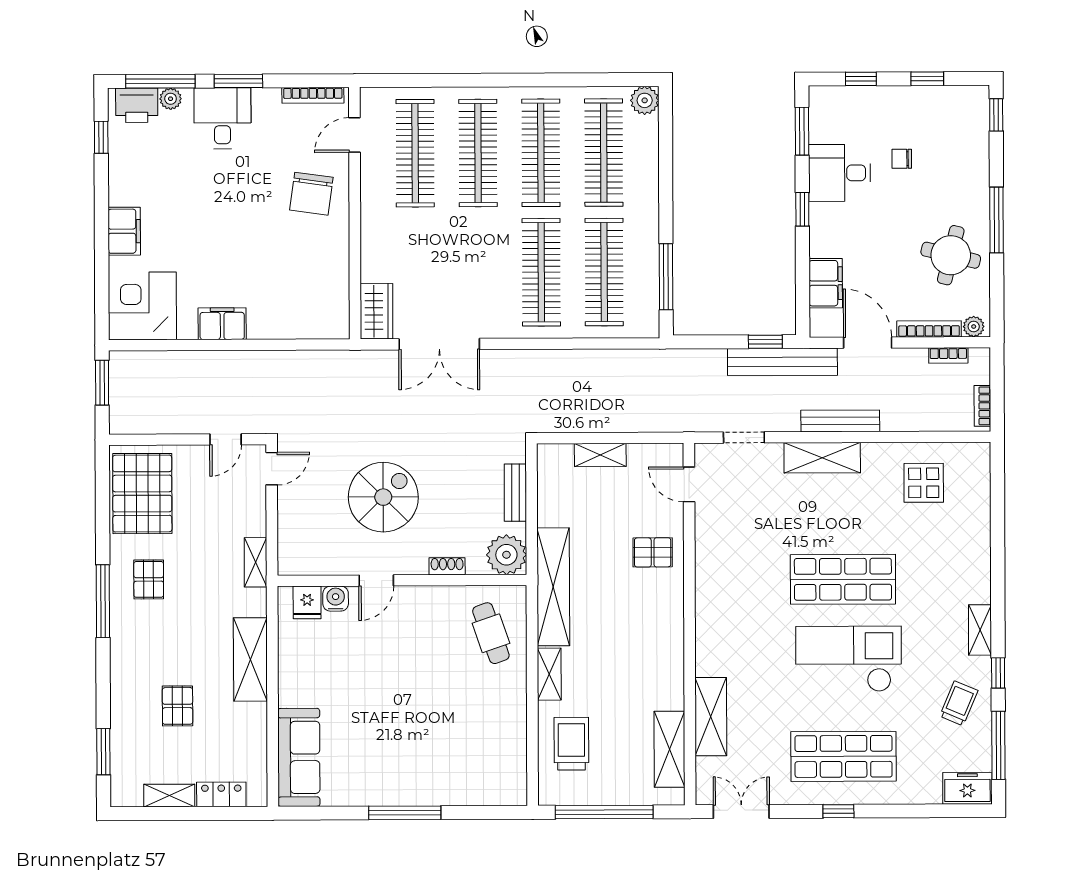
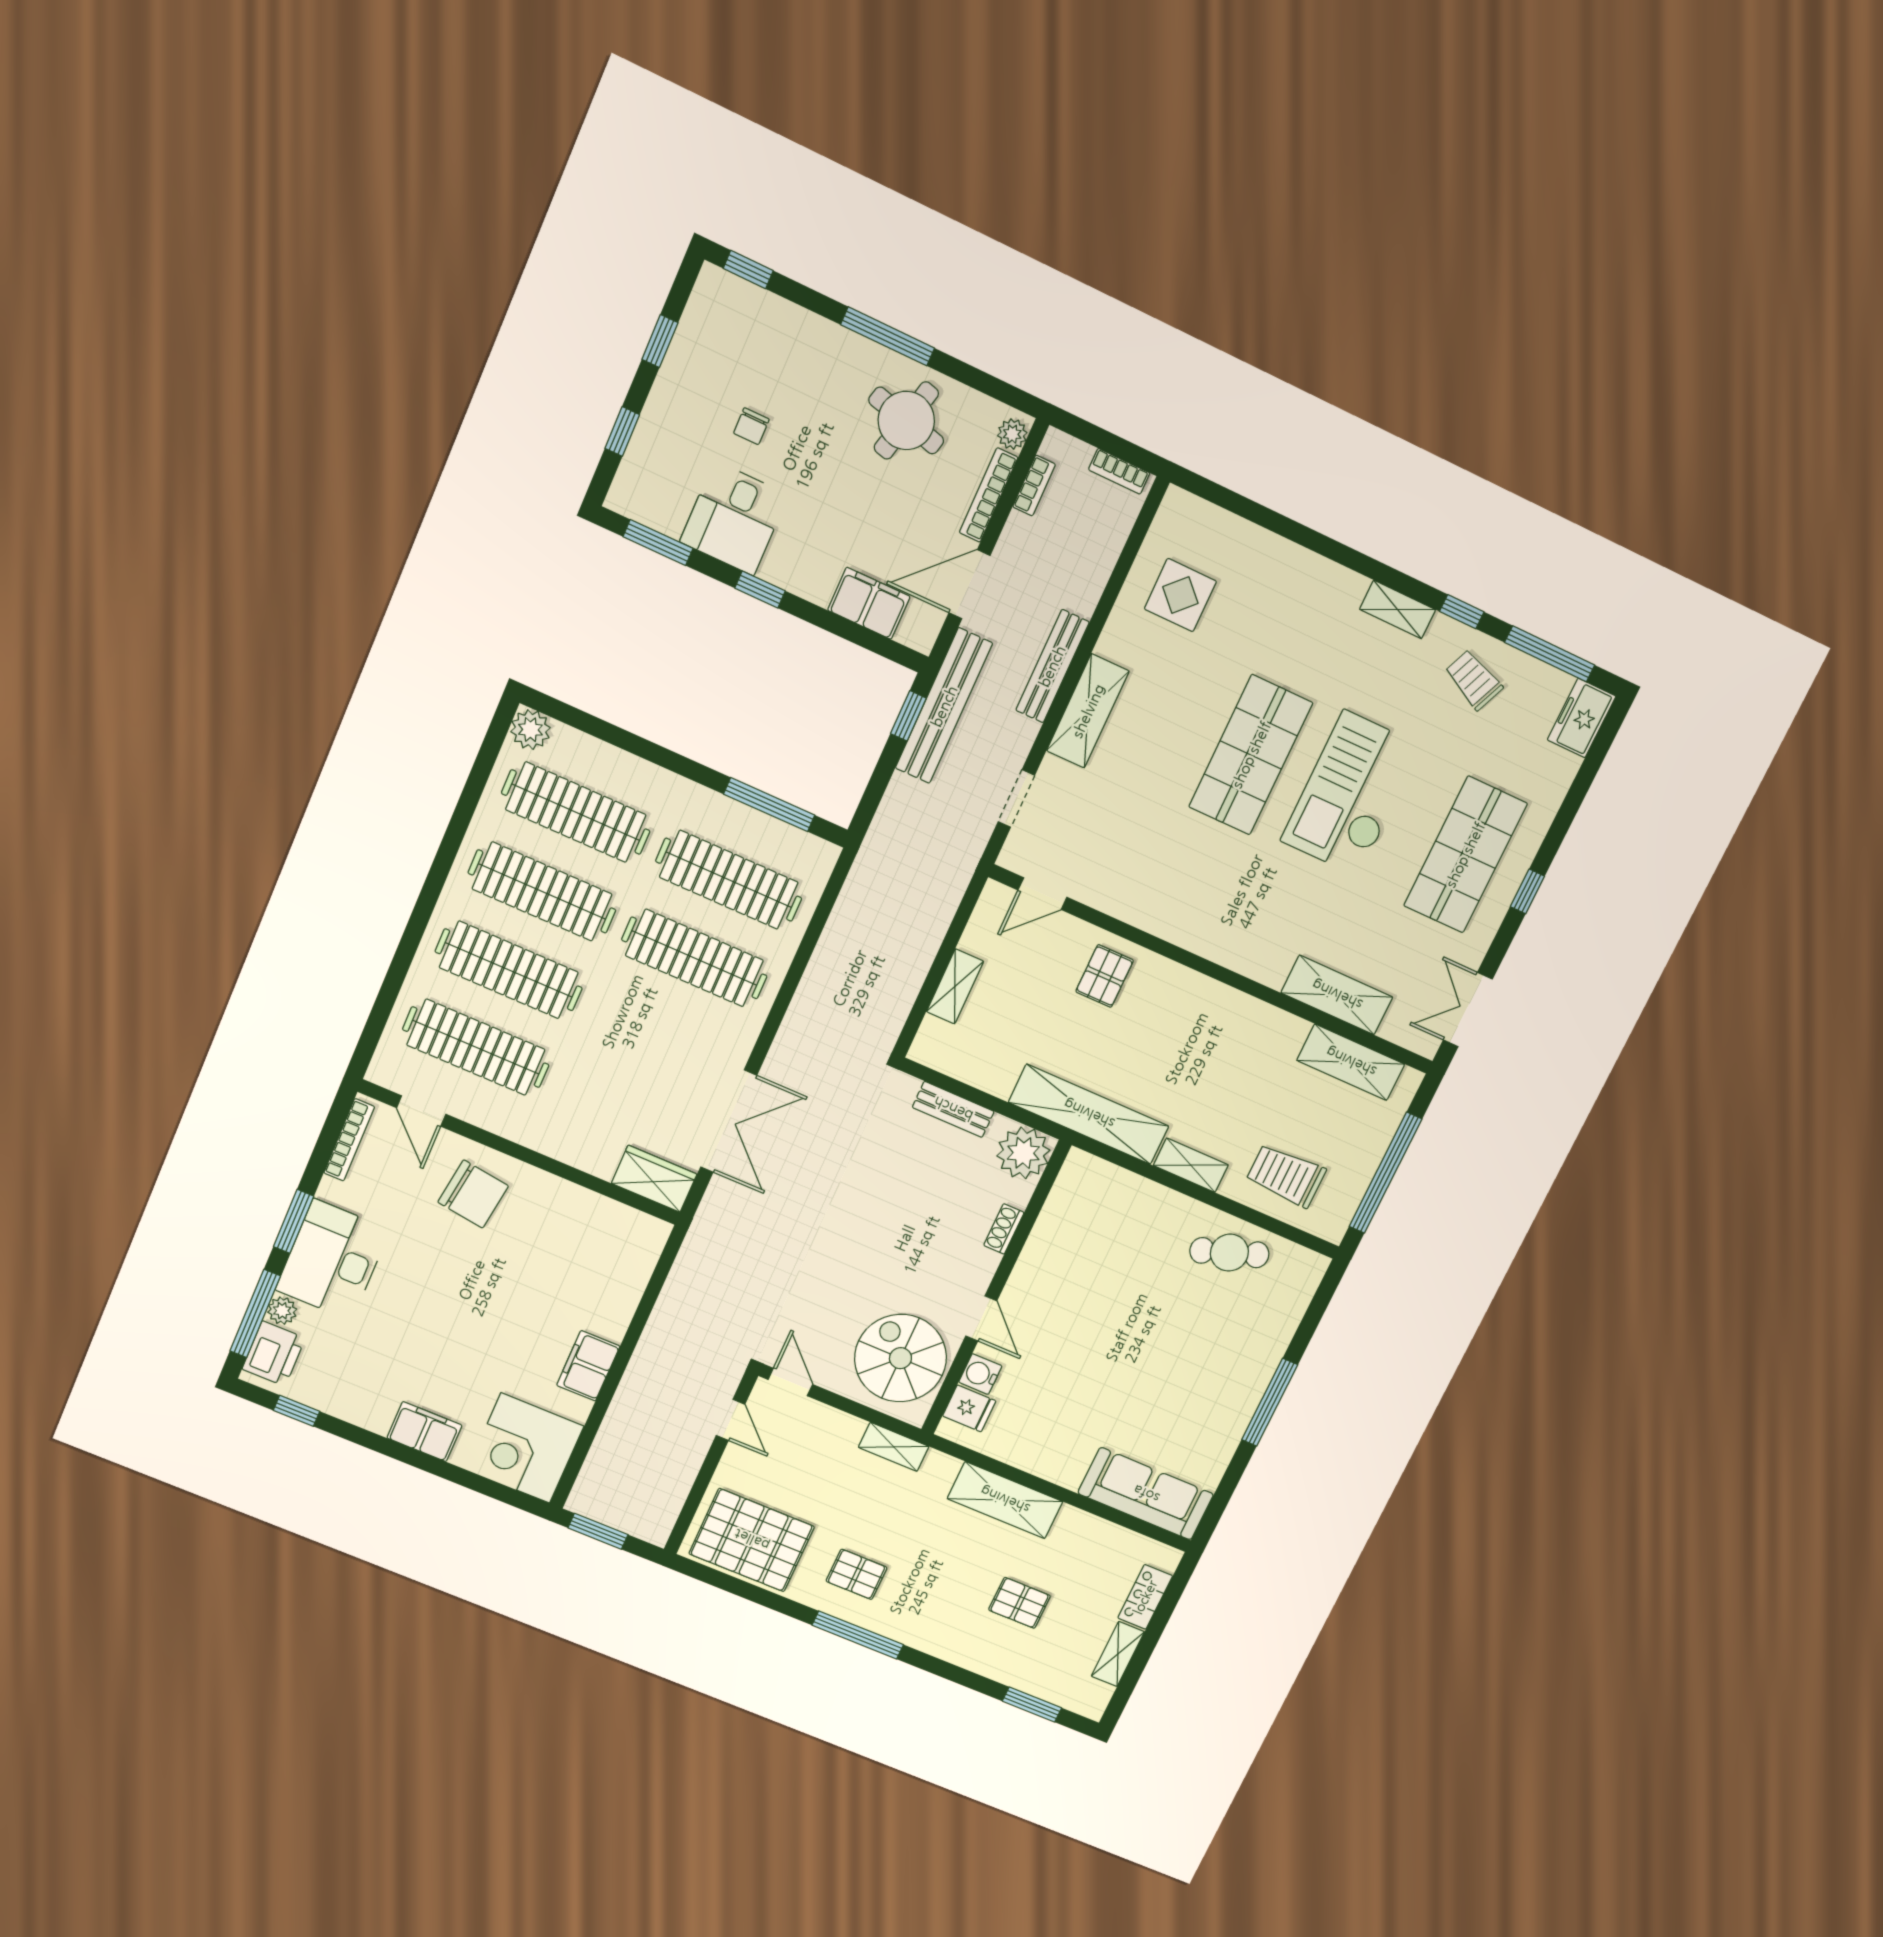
desk: (222, 118) -> (333, 1260), width x1.37
spiral stairs: (383, 497) -> (900, 1358), moved
cafe table: (491, 633) -> (1229, 1253), moved

